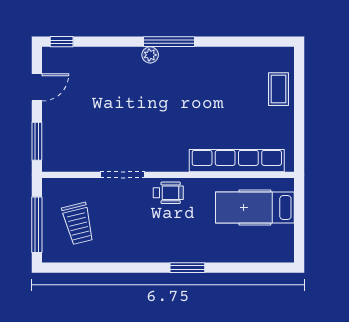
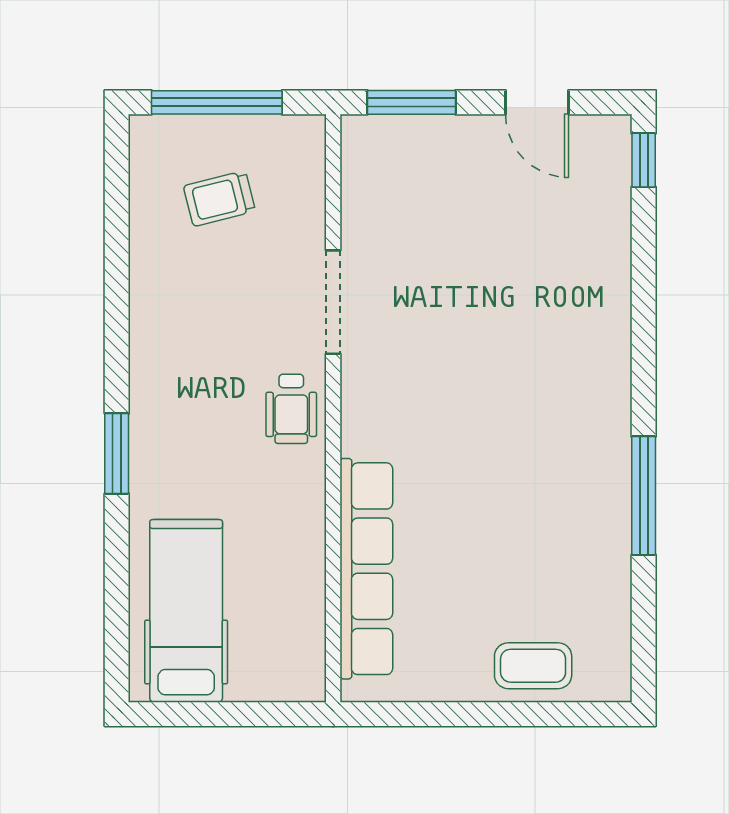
window: (169, 42) -> (644, 496), moved
plant: (150, 55) -> (613, 367), removed
hospital bed: (255, 207) -> (186, 611), moved
trolley: (78, 224) -> (219, 199), width x0.73, depth x0.72

